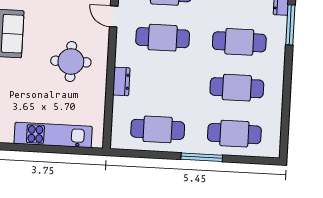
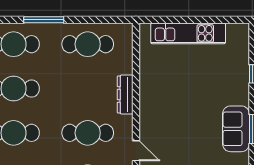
round table: (71, 62) -> (175, 105), removed
dresser: (121, 81) -> (125, 94), width x1.44

